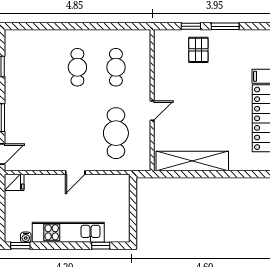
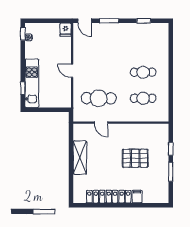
pallet: (198, 50) -> (135, 158), moved, width x1.50, depth x1.42
door: (152, 111) -> (101, 123), moved
shelving: (192, 161) -> (80, 157), width x0.68
kitchen unit: (68, 232) -> (32, 83), moved

